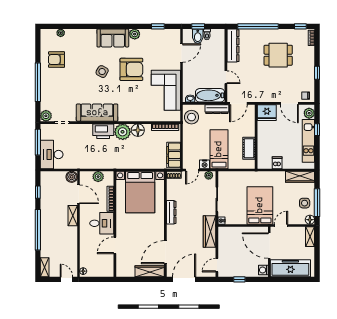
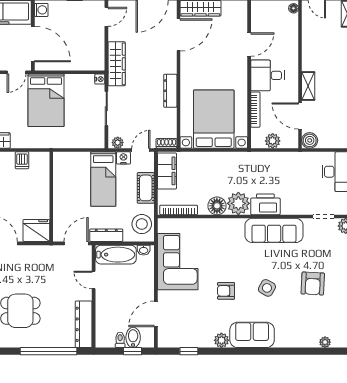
armchair: (57, 60) -> (313, 284), moved, turned 93
armchair: (131, 69) -> (226, 291), width x0.53, depth x0.53
cot: (249, 148) -> (146, 188), moved

